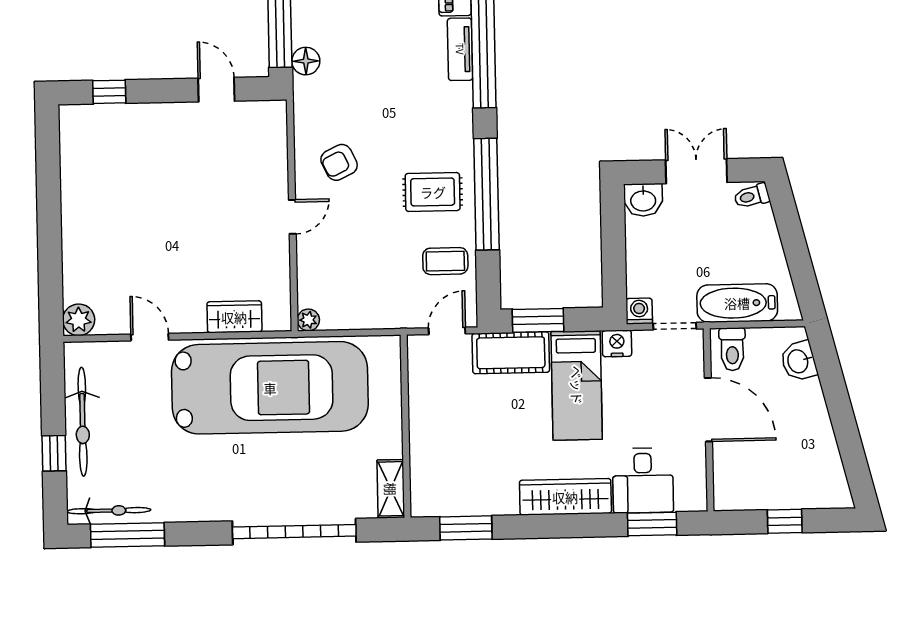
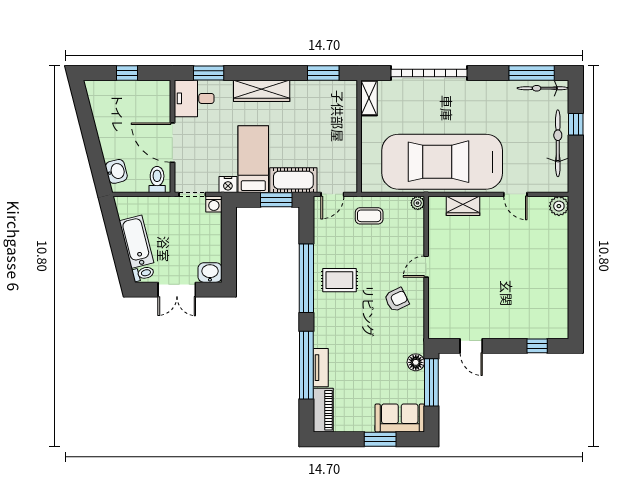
coffee table: (445, 261) -> (369, 216), moved
bathtub: (737, 303) -> (136, 242), moved, turned -104
desk: (643, 481) -> (194, 98), moved, turned -90

